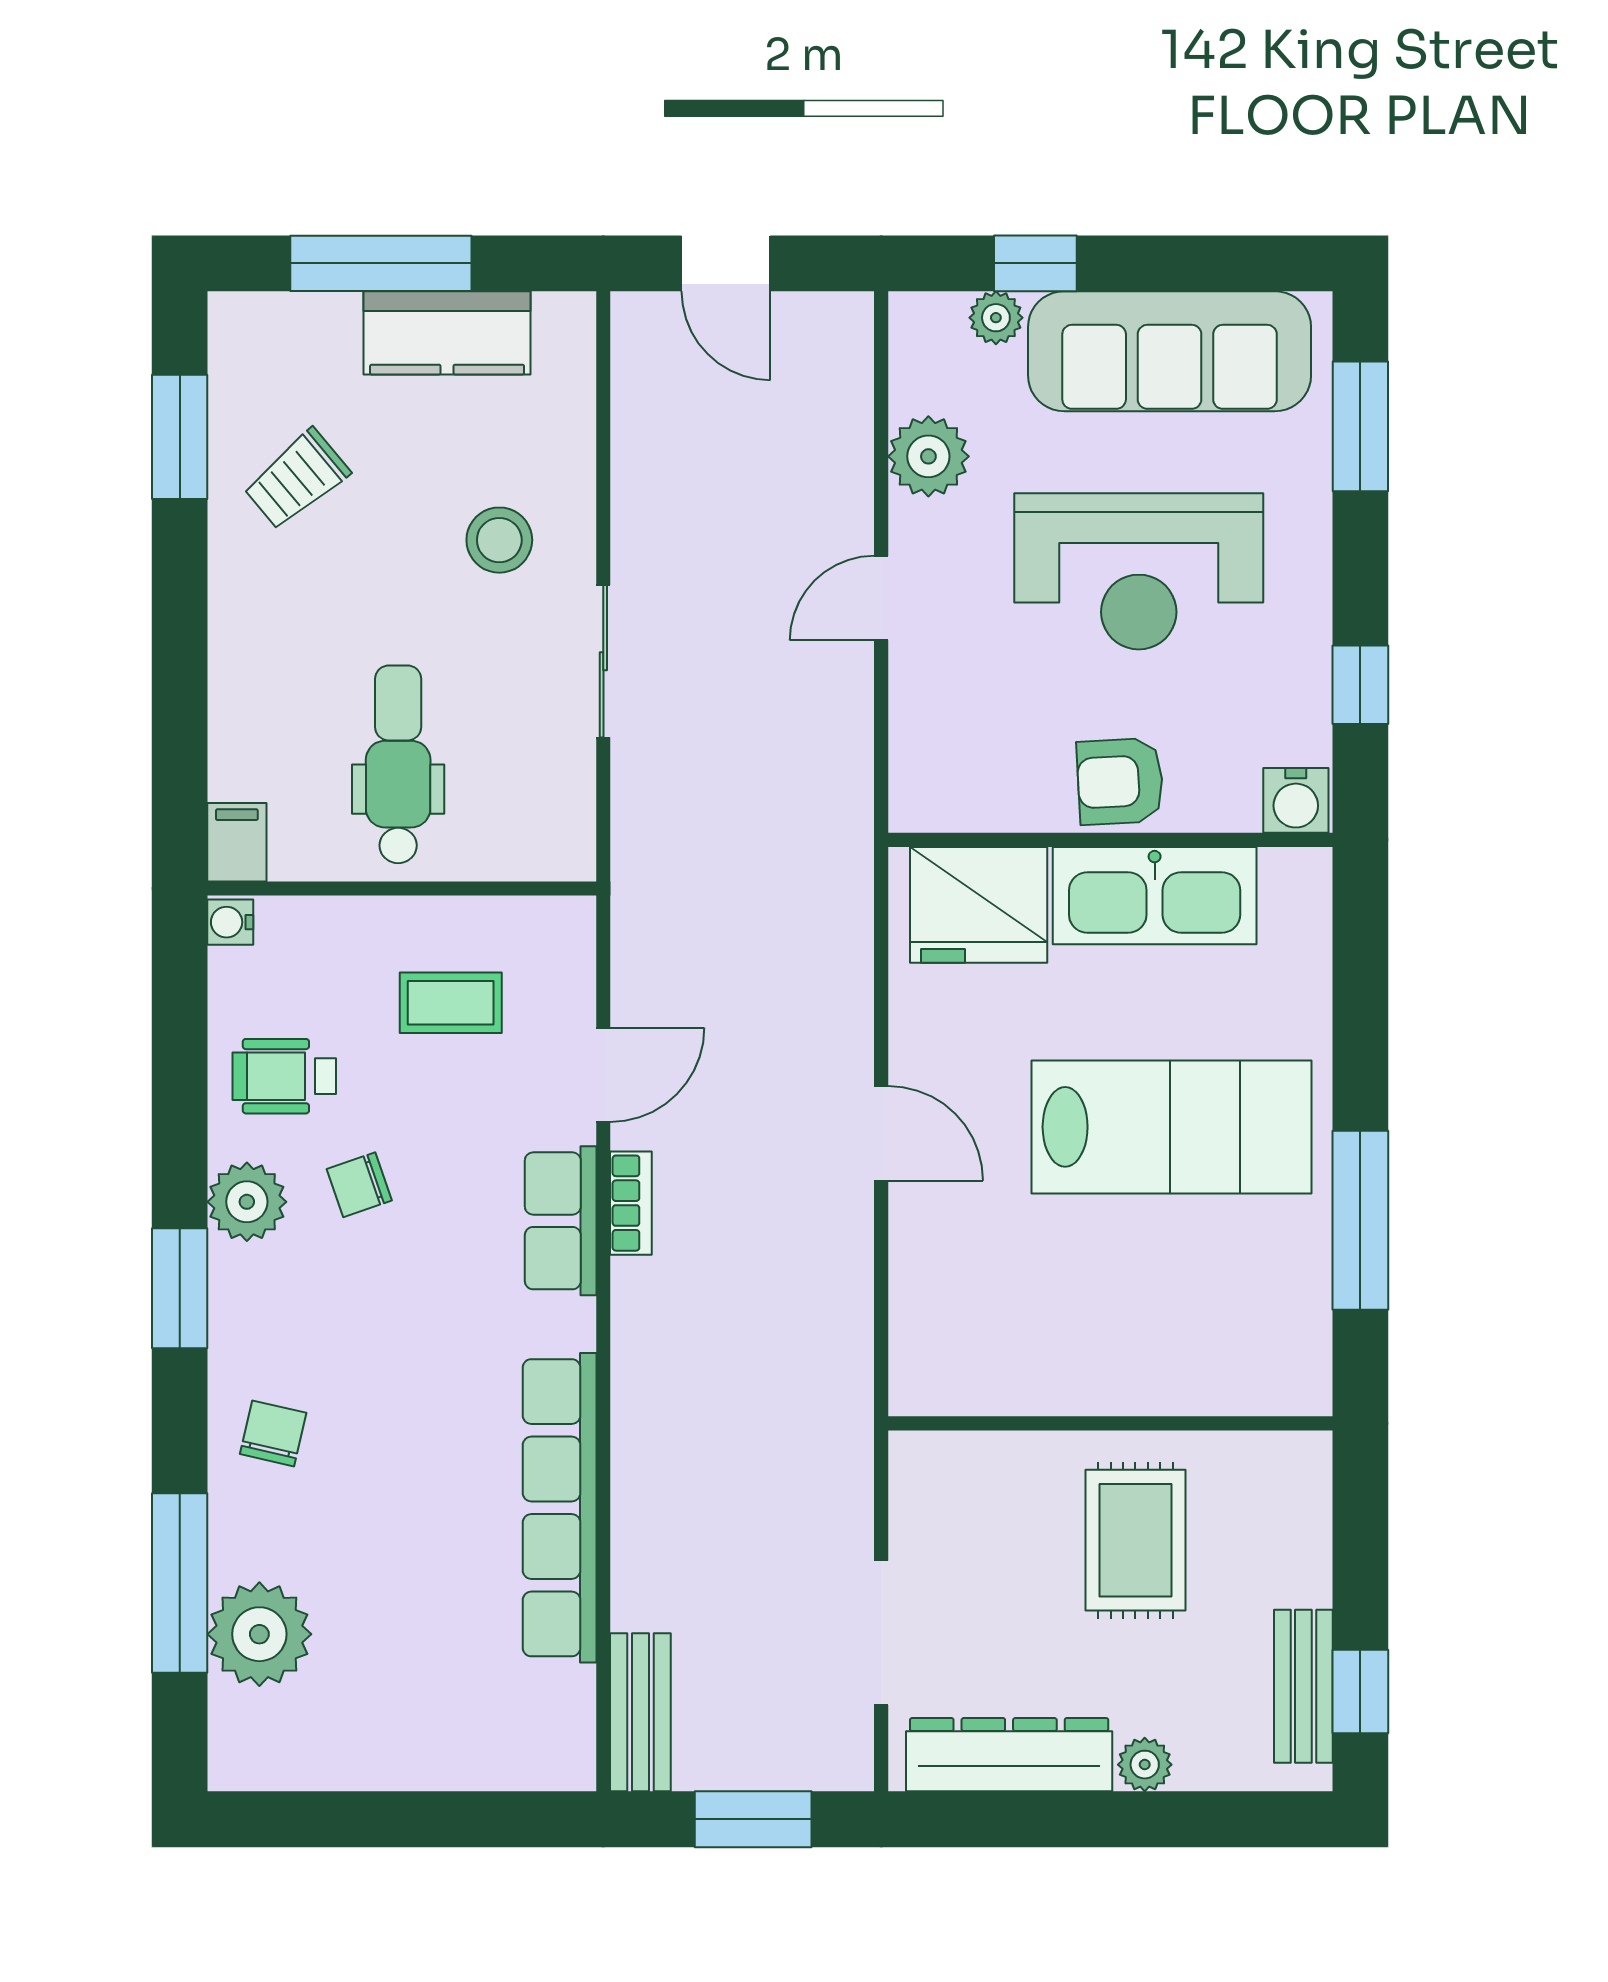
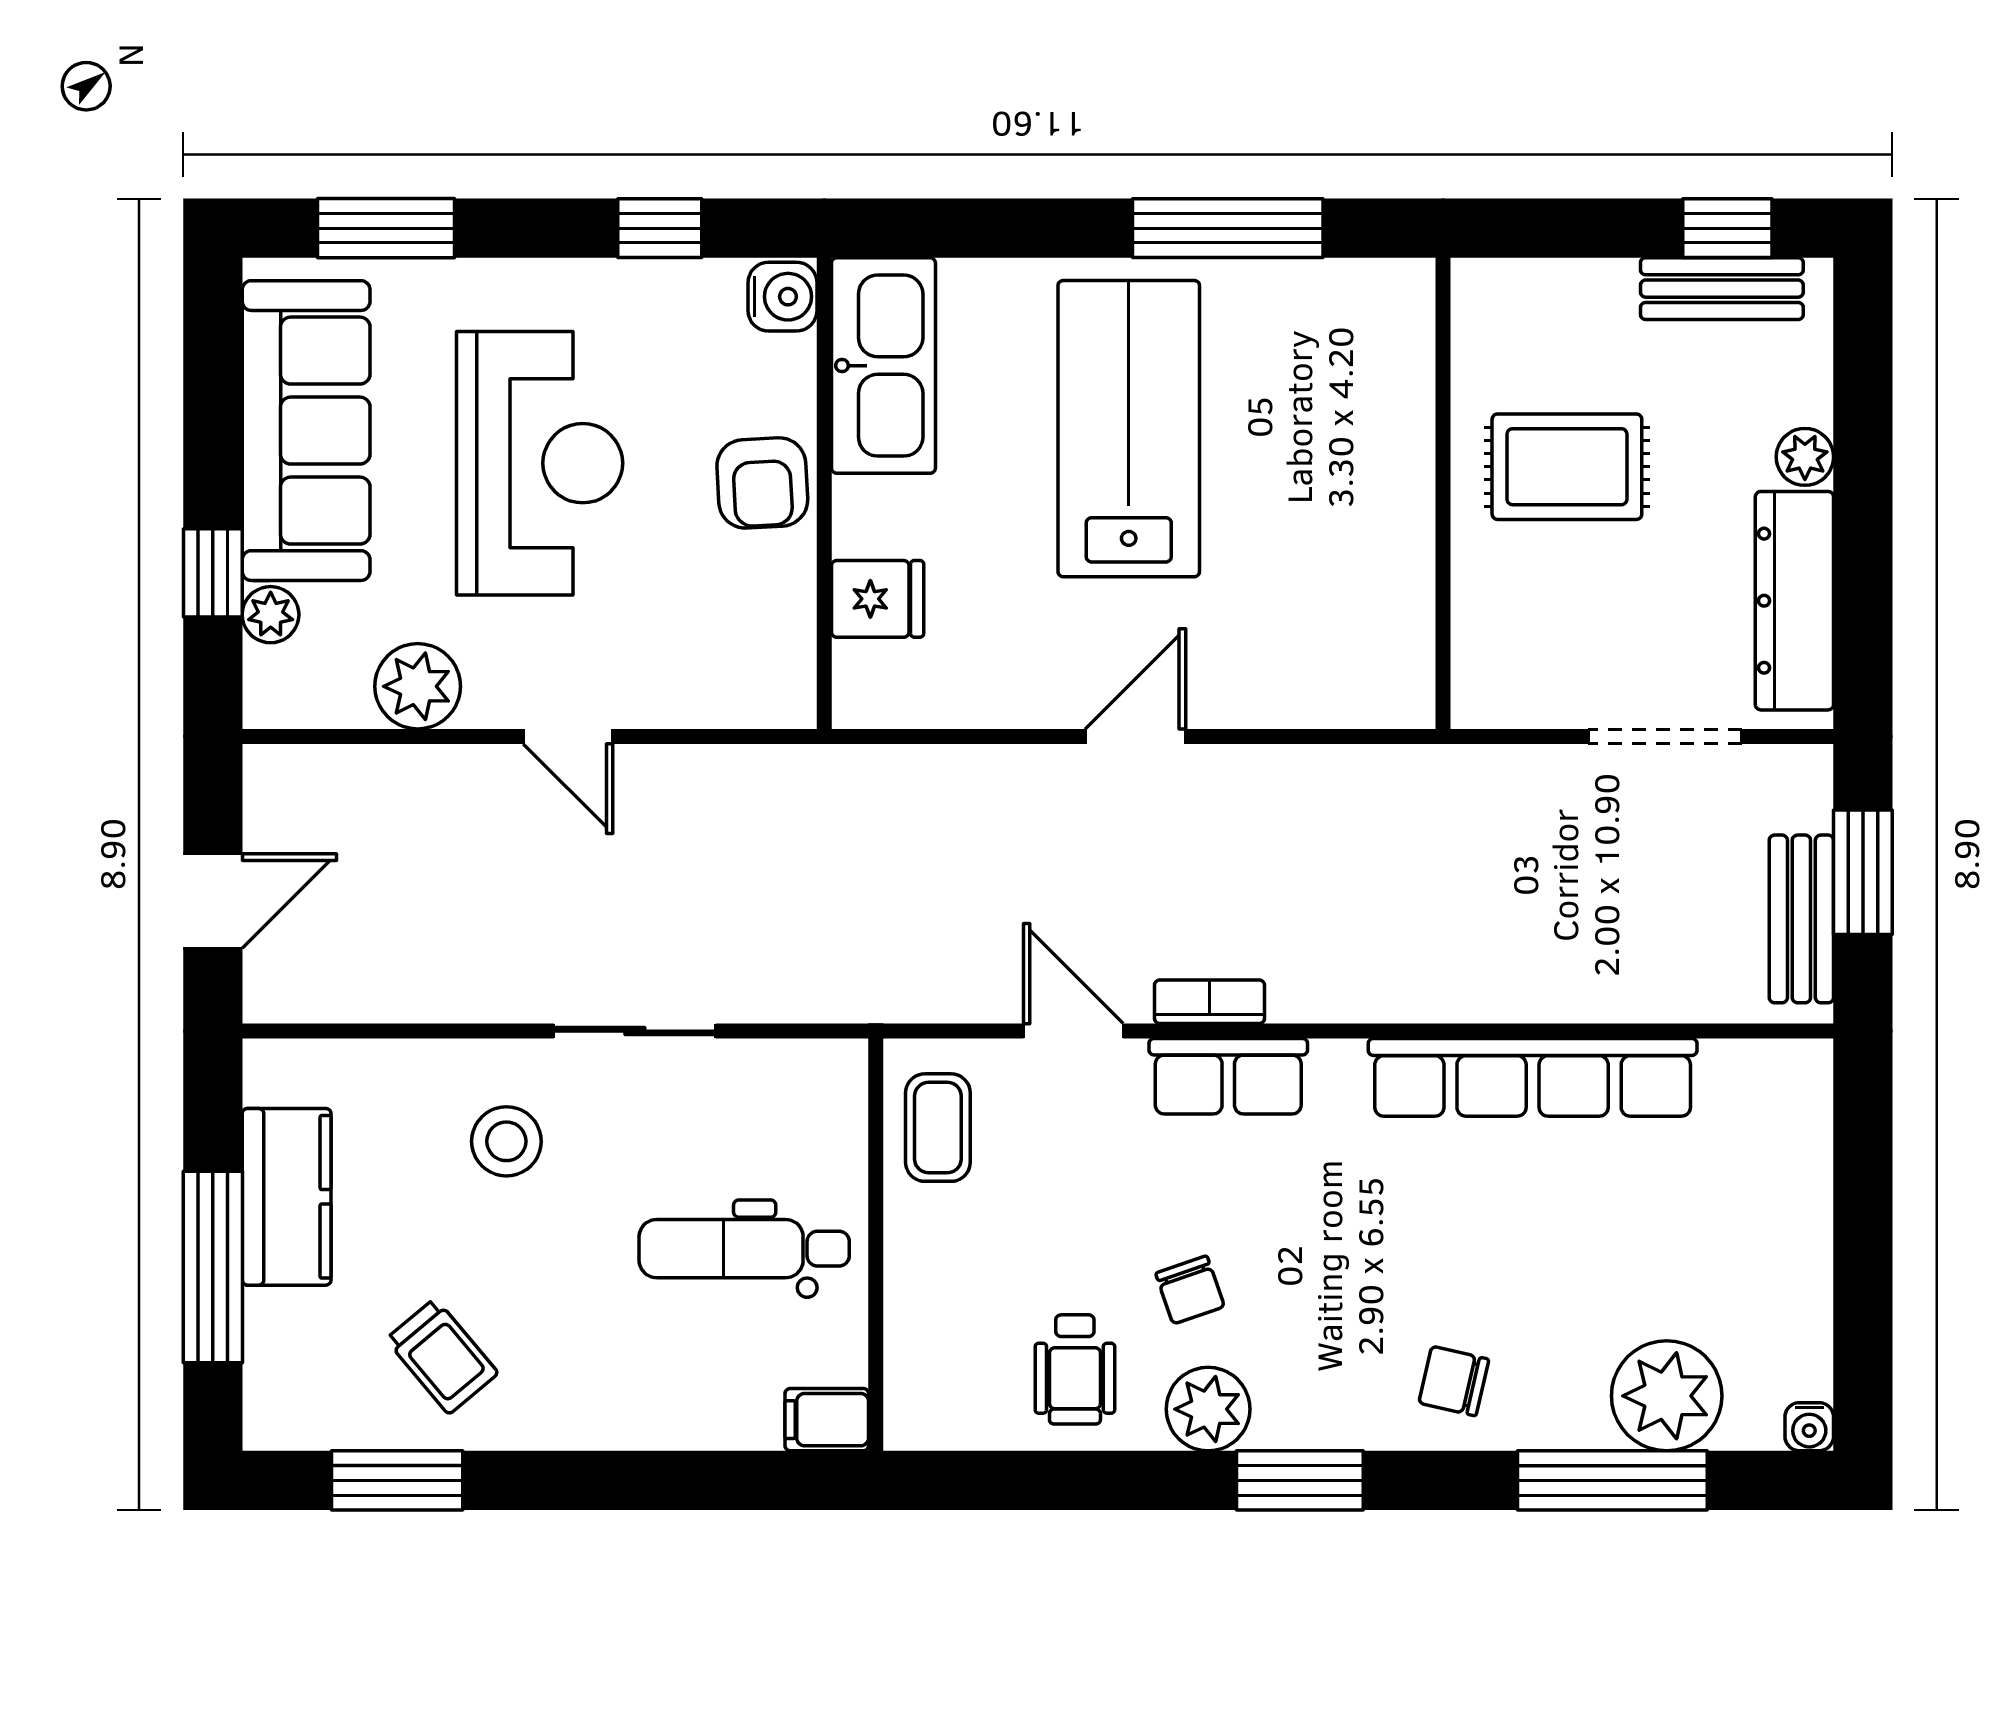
kitchen sink: (1155, 896) -> (883, 366), moved
fridge: (979, 905) -> (878, 599), width x0.53, depth x0.75
water cooler: (230, 922) -> (1809, 1427), moved
coffee table: (451, 1003) -> (938, 1128), moved
bench: (640, 1712) -> (1801, 919), moved, turned 90

